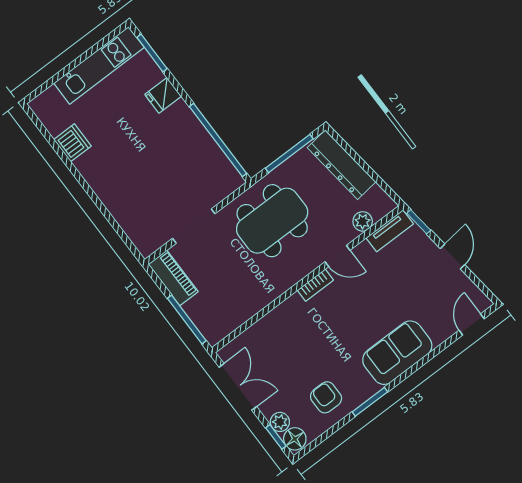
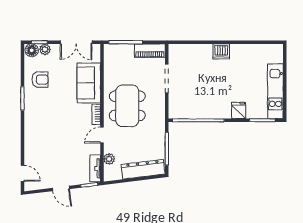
dishwasher: (72, 143) -> (221, 51), moved
dining table: (272, 221) -> (127, 106), moved
sofa: (397, 353) -> (89, 83), moved, turned 180

